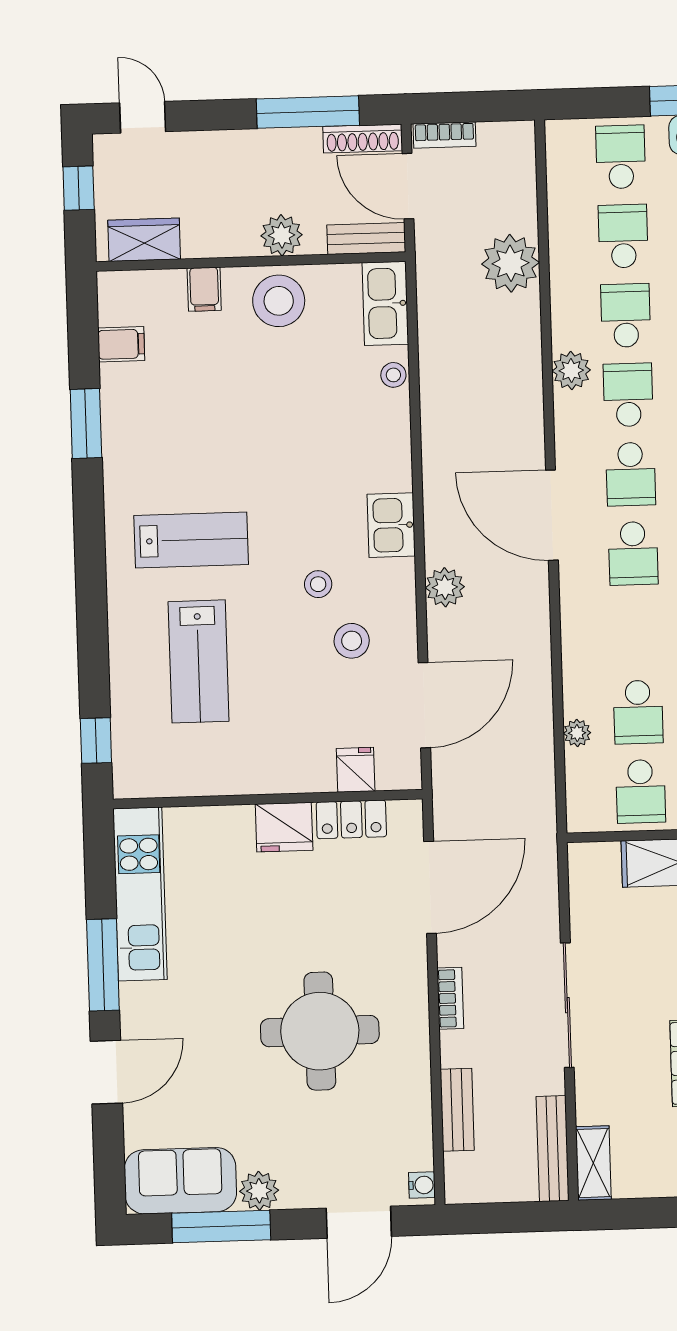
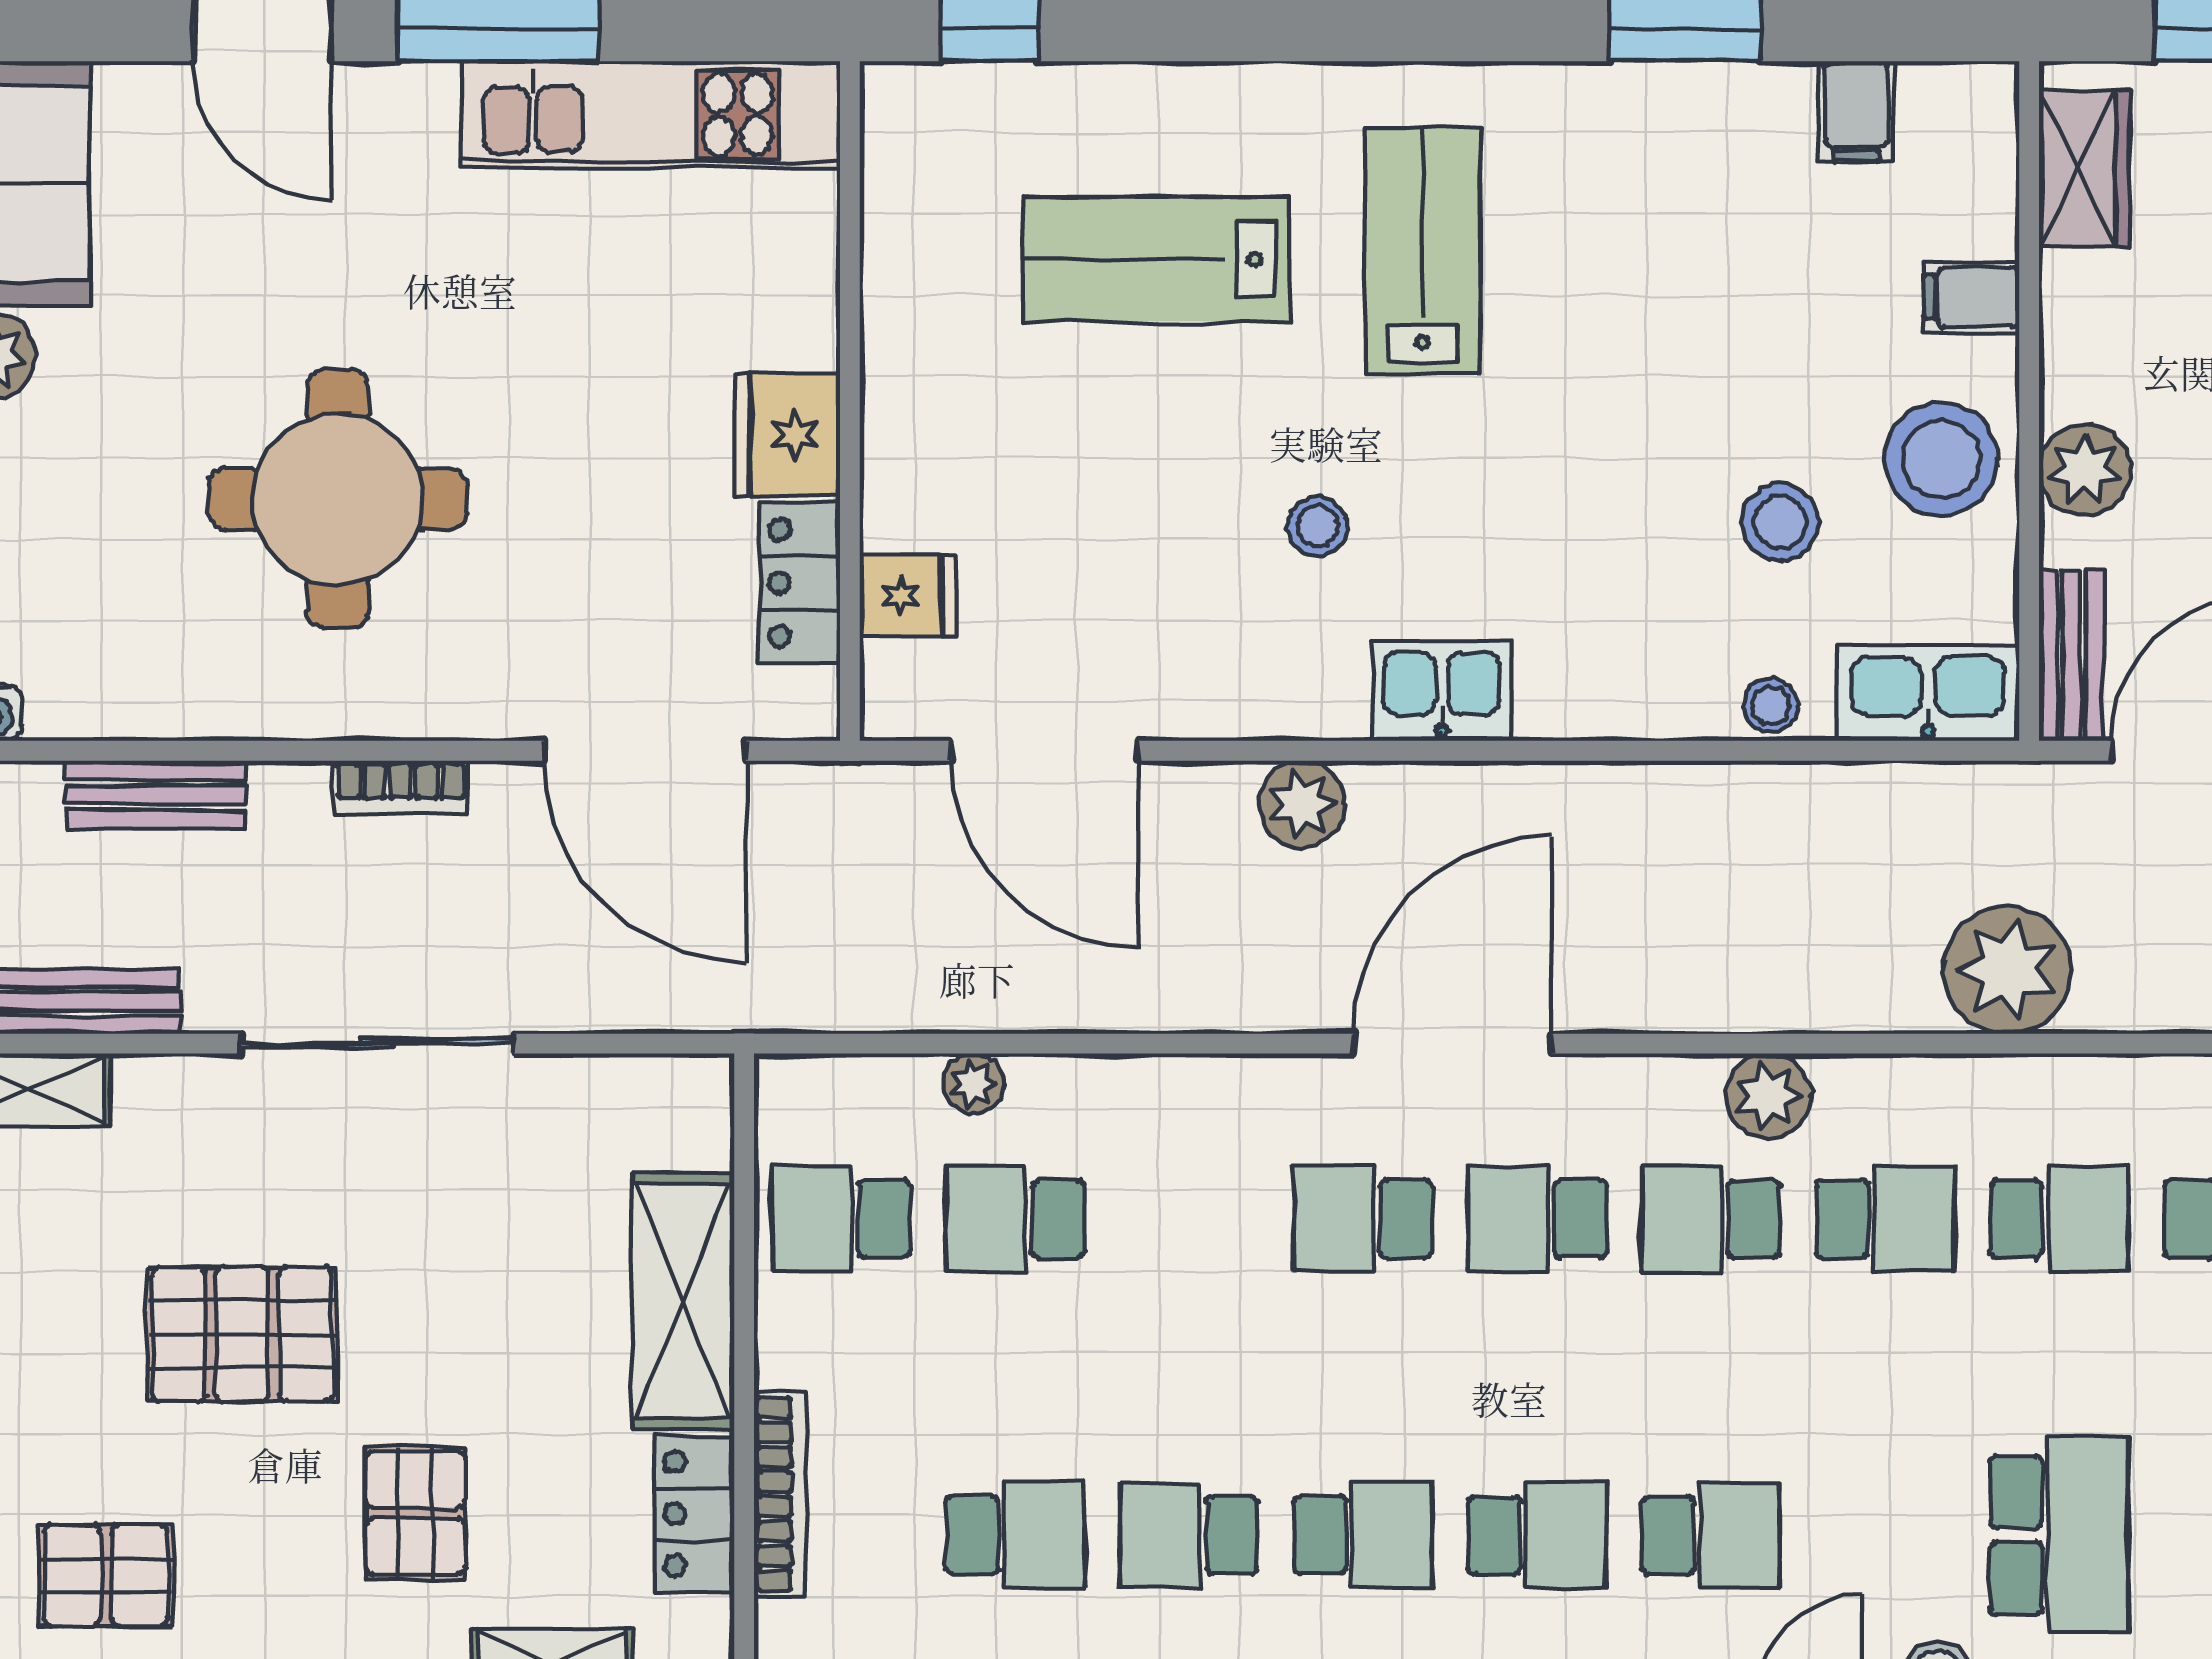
school desk: (628, 395) -> (1711, 1219), turned 180
lab bench: (191, 540) -> (1423, 251), turned 180
stool: (352, 641) -> (1780, 522), moved

